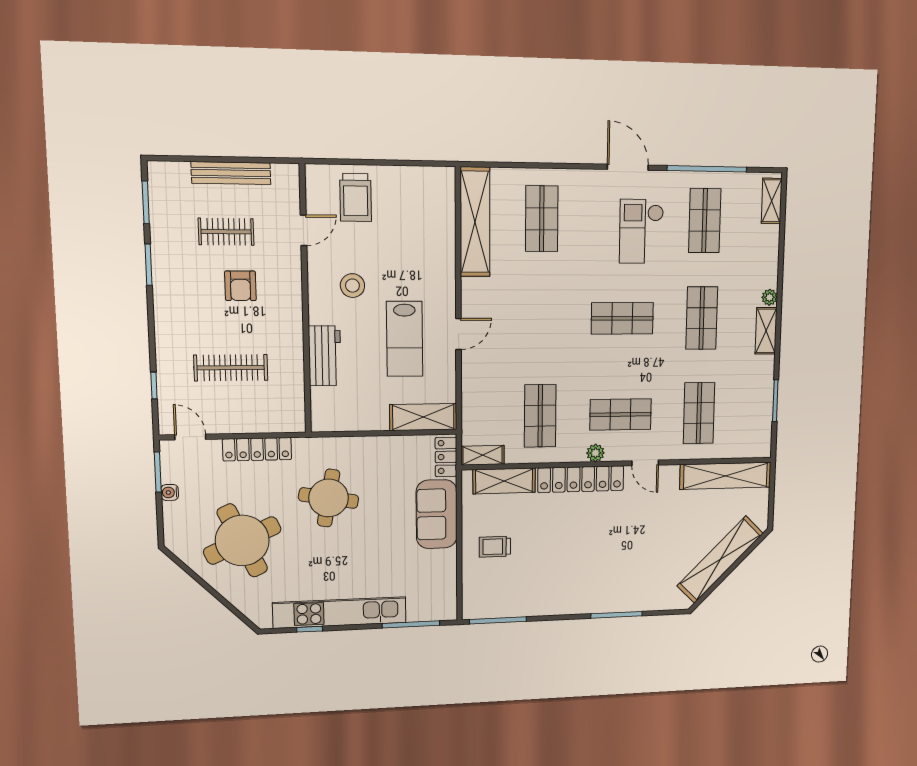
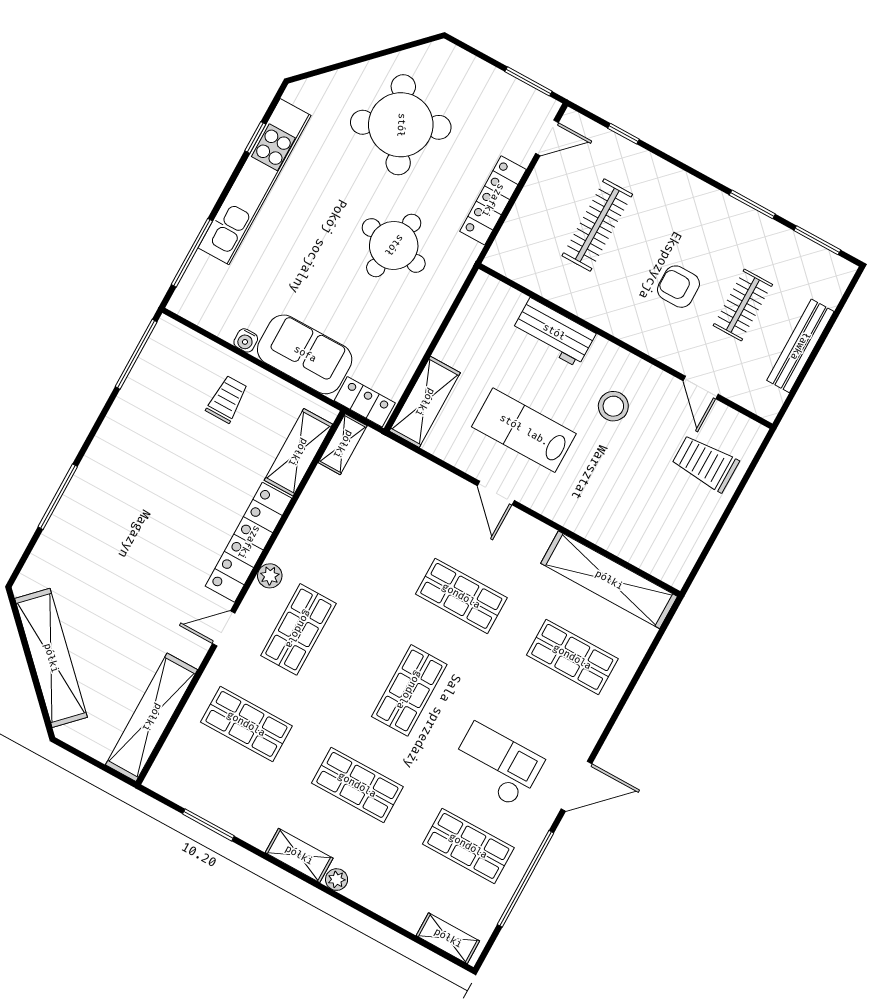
shop shelf: (540, 416) -> (461, 596), moved
water cooler: (170, 492) -> (246, 340), moved, turned 180

